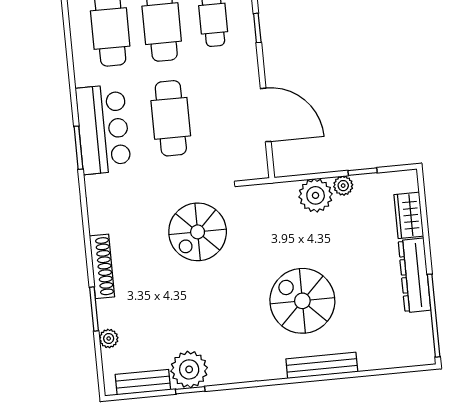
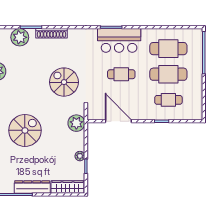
door: (266, 115) -> (118, 121), swing flipped
cafe table: (171, 118) -> (121, 74), width x0.73, depth x0.74
plant: (316, 195) -> (76, 123), moved
wardrobe: (409, 215) -> (68, 187), width x1.50
plant: (109, 338) -> (20, 37), width x1.87, depth x1.87

